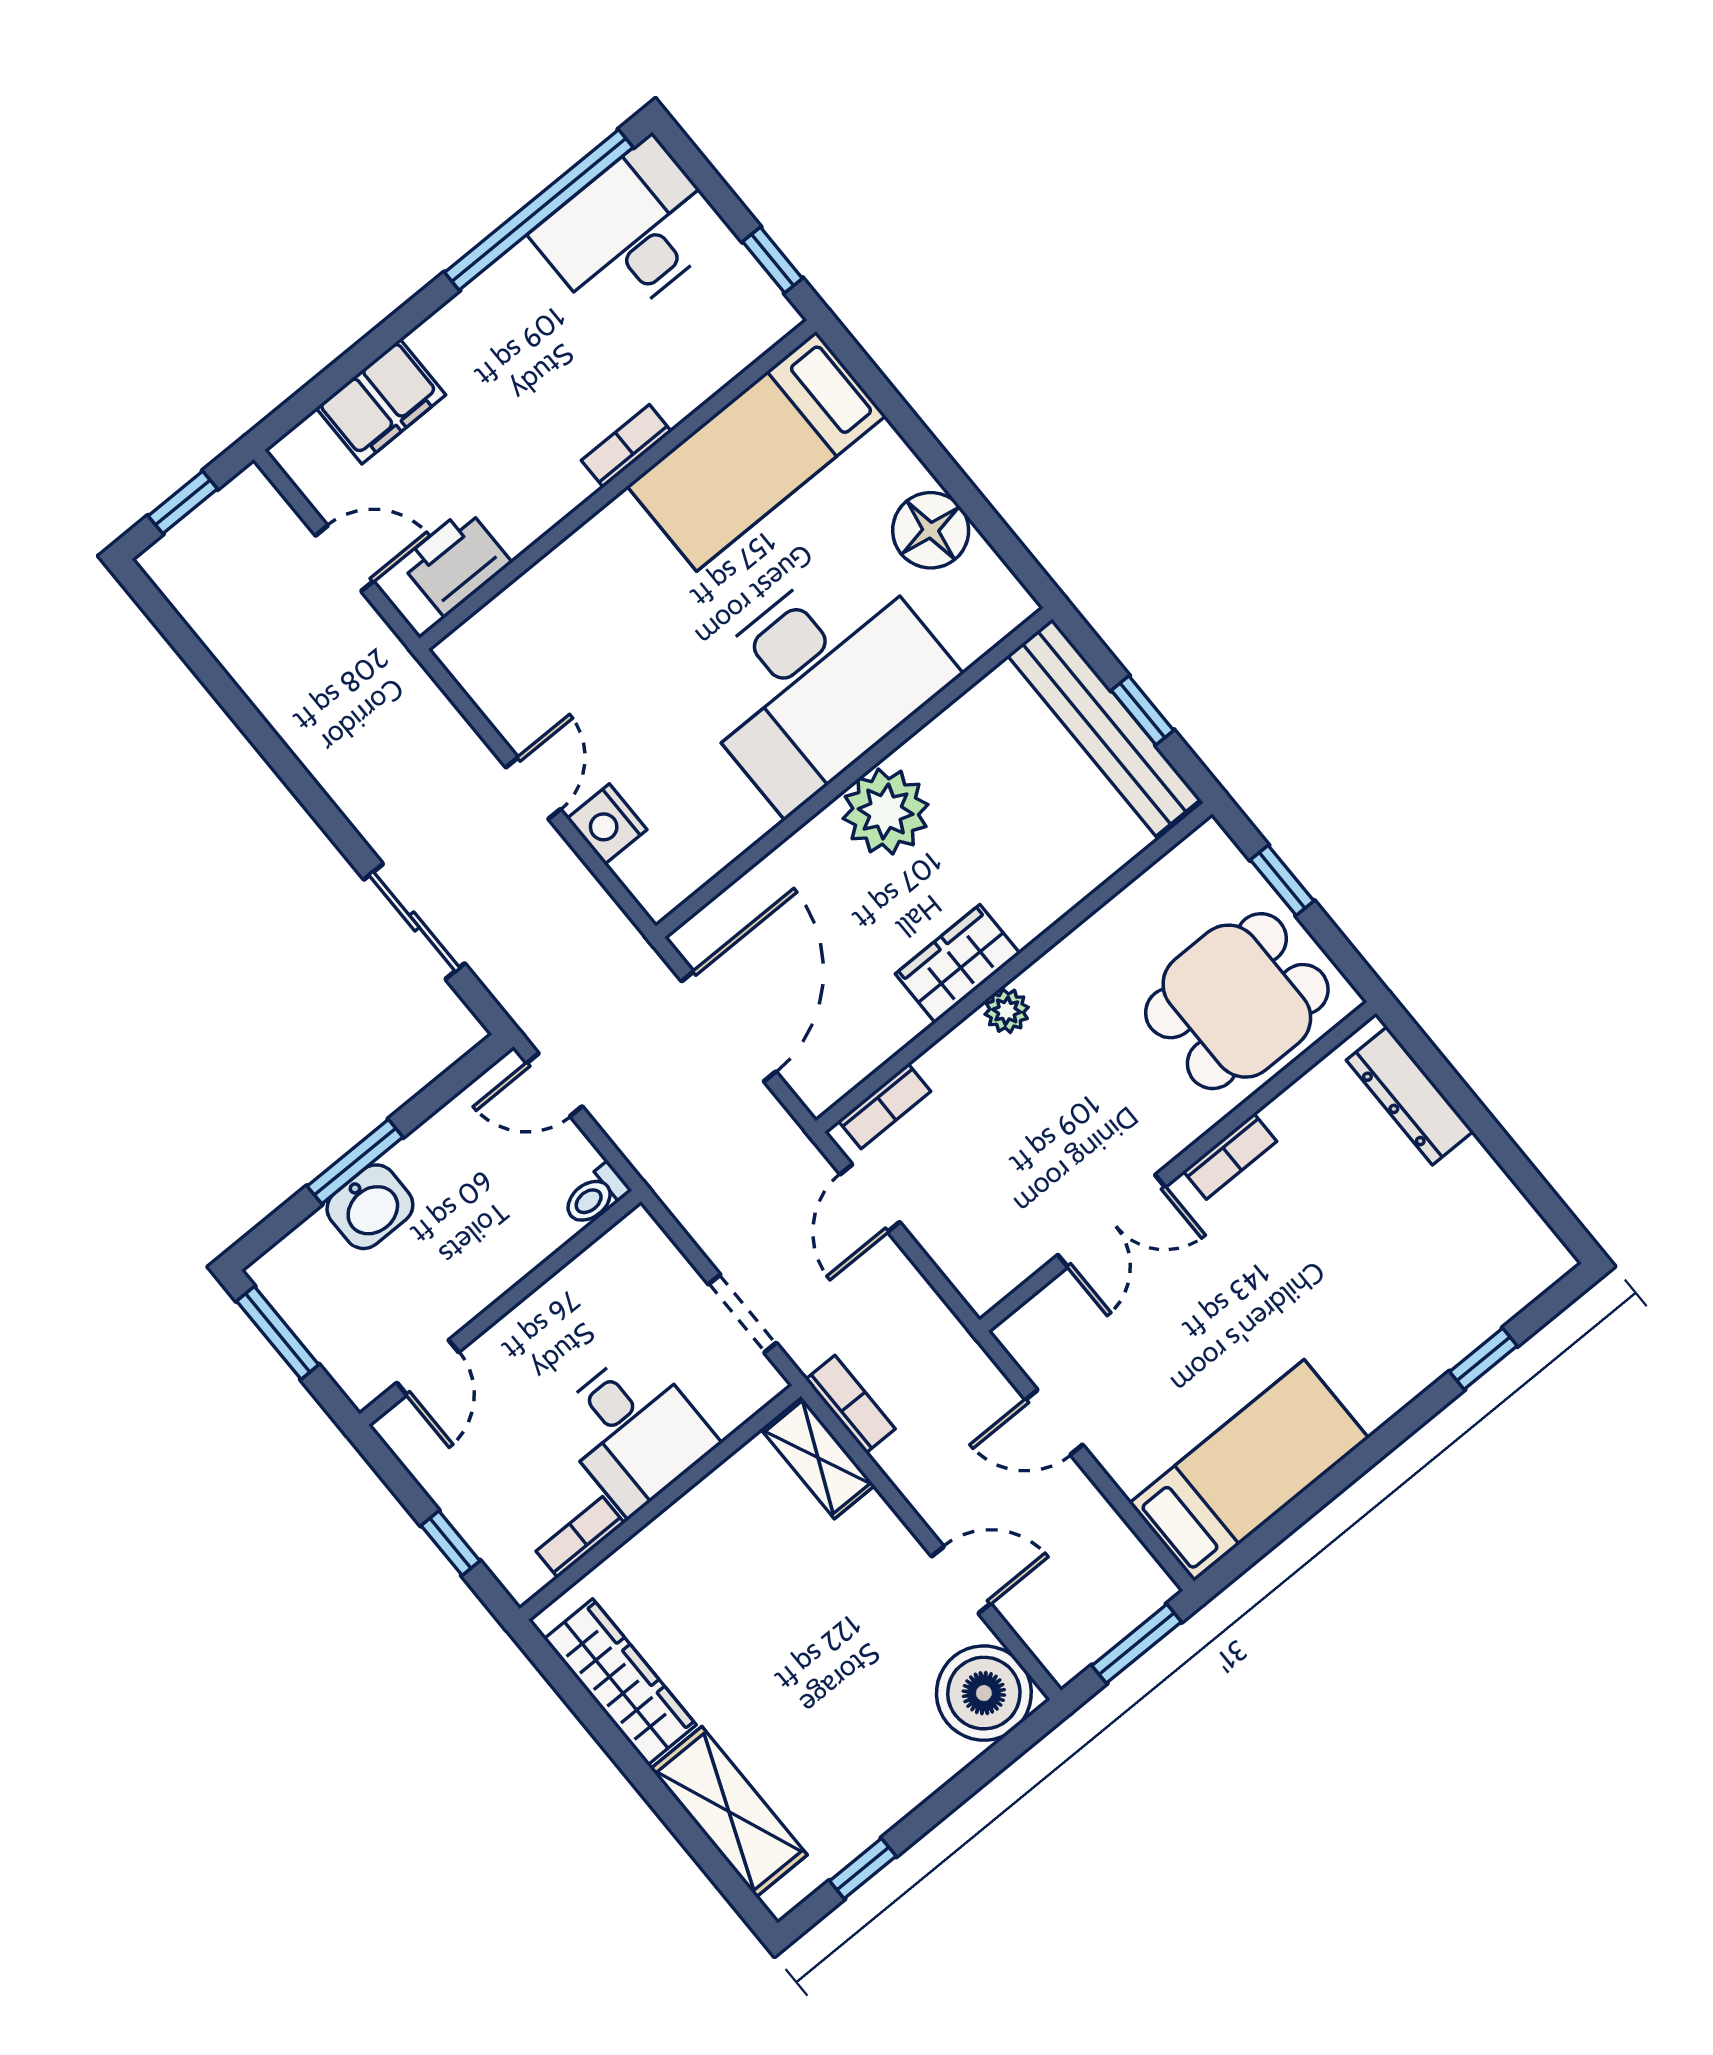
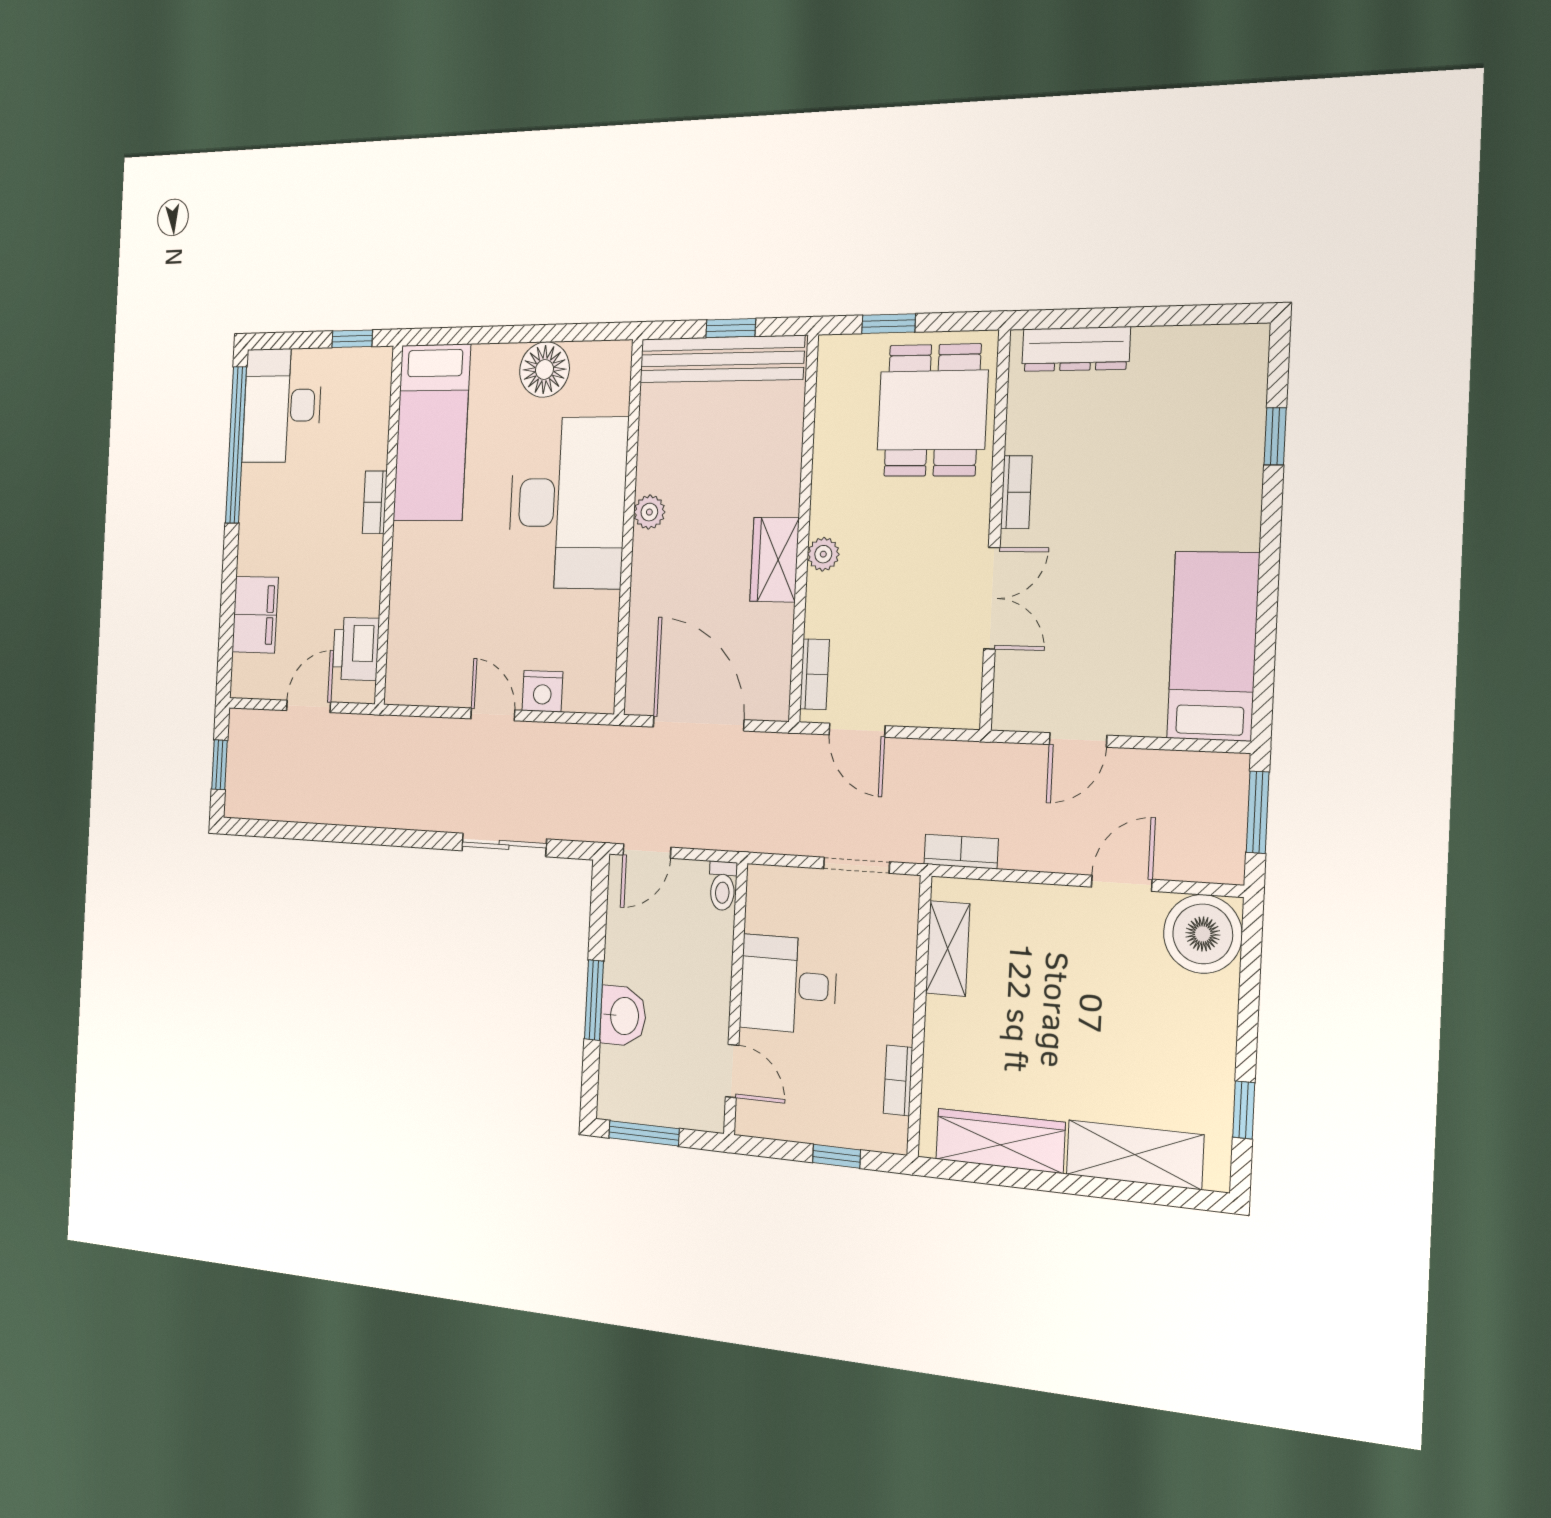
plant: (886, 812) -> (649, 512), width x0.53, depth x0.53
desk: (634, 1431) -> (788, 985), moved, turned 180
shelving: (818, 1457) -> (948, 948), moved, turned 90

